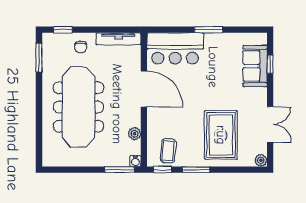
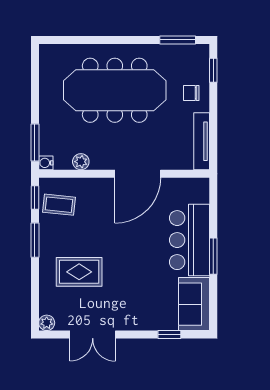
bar counter: (175, 48) -> (189, 240), moved
sofa: (255, 66) -> (194, 304), moved, turned -90
rug: (221, 135) -> (79, 272), width x0.73, depth x0.70

